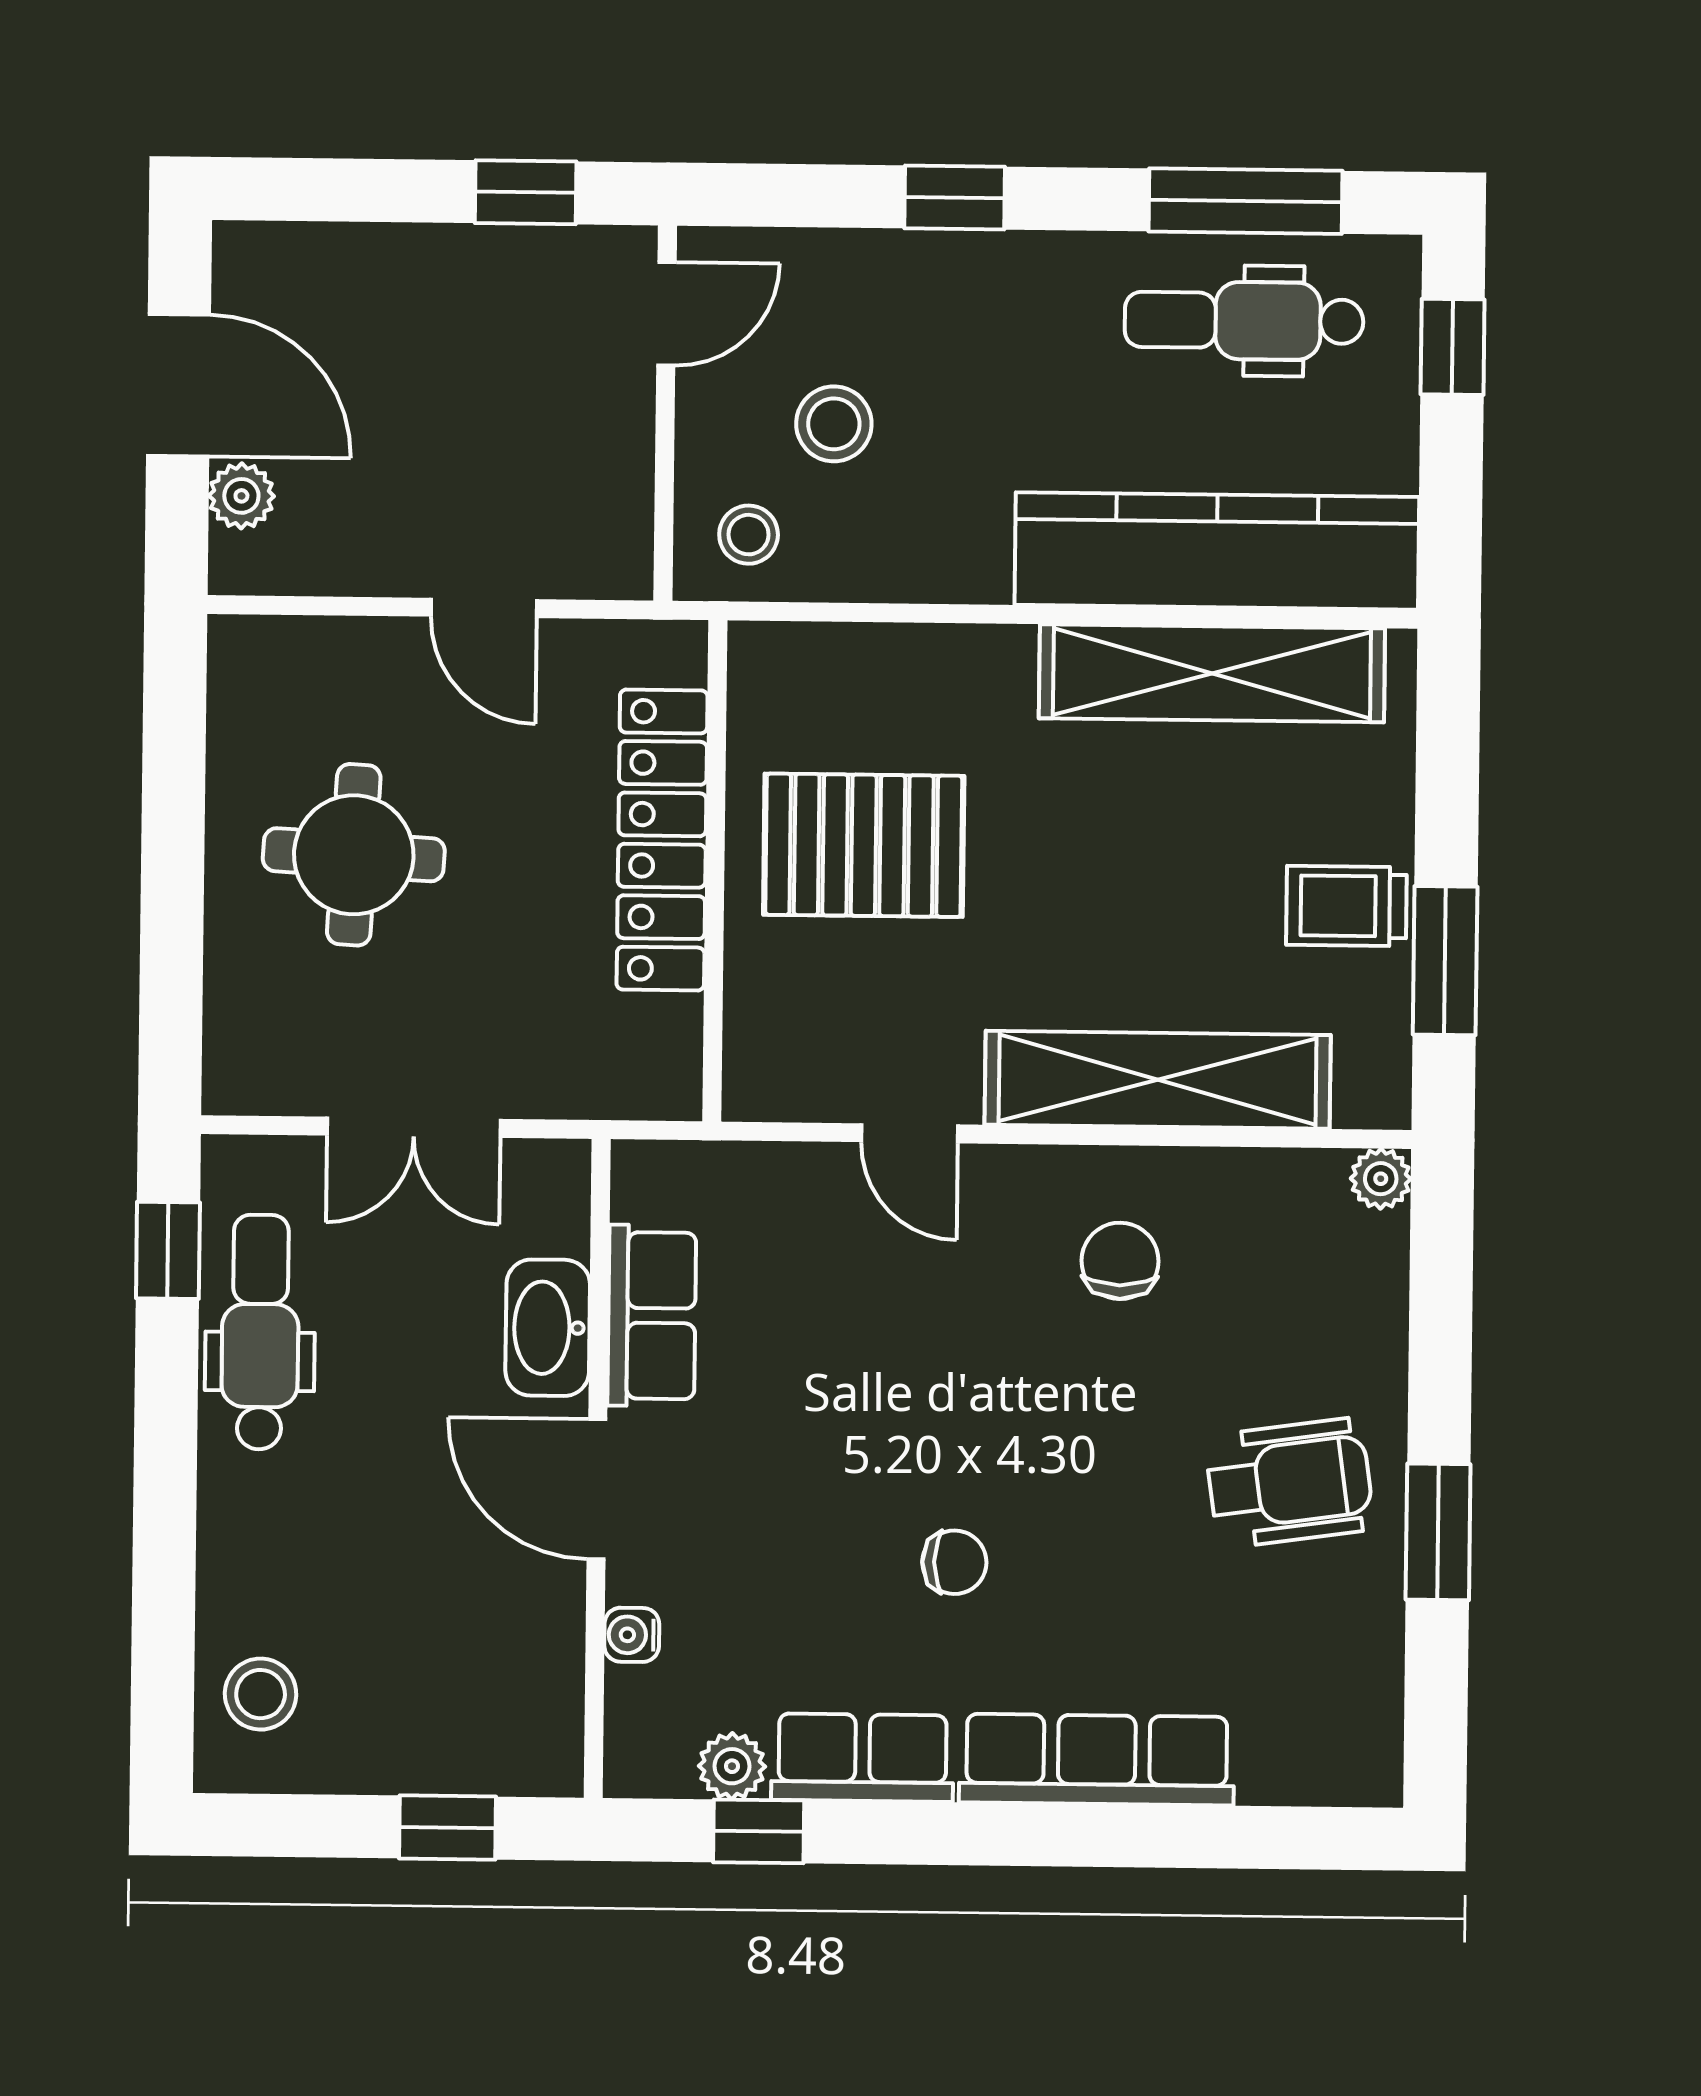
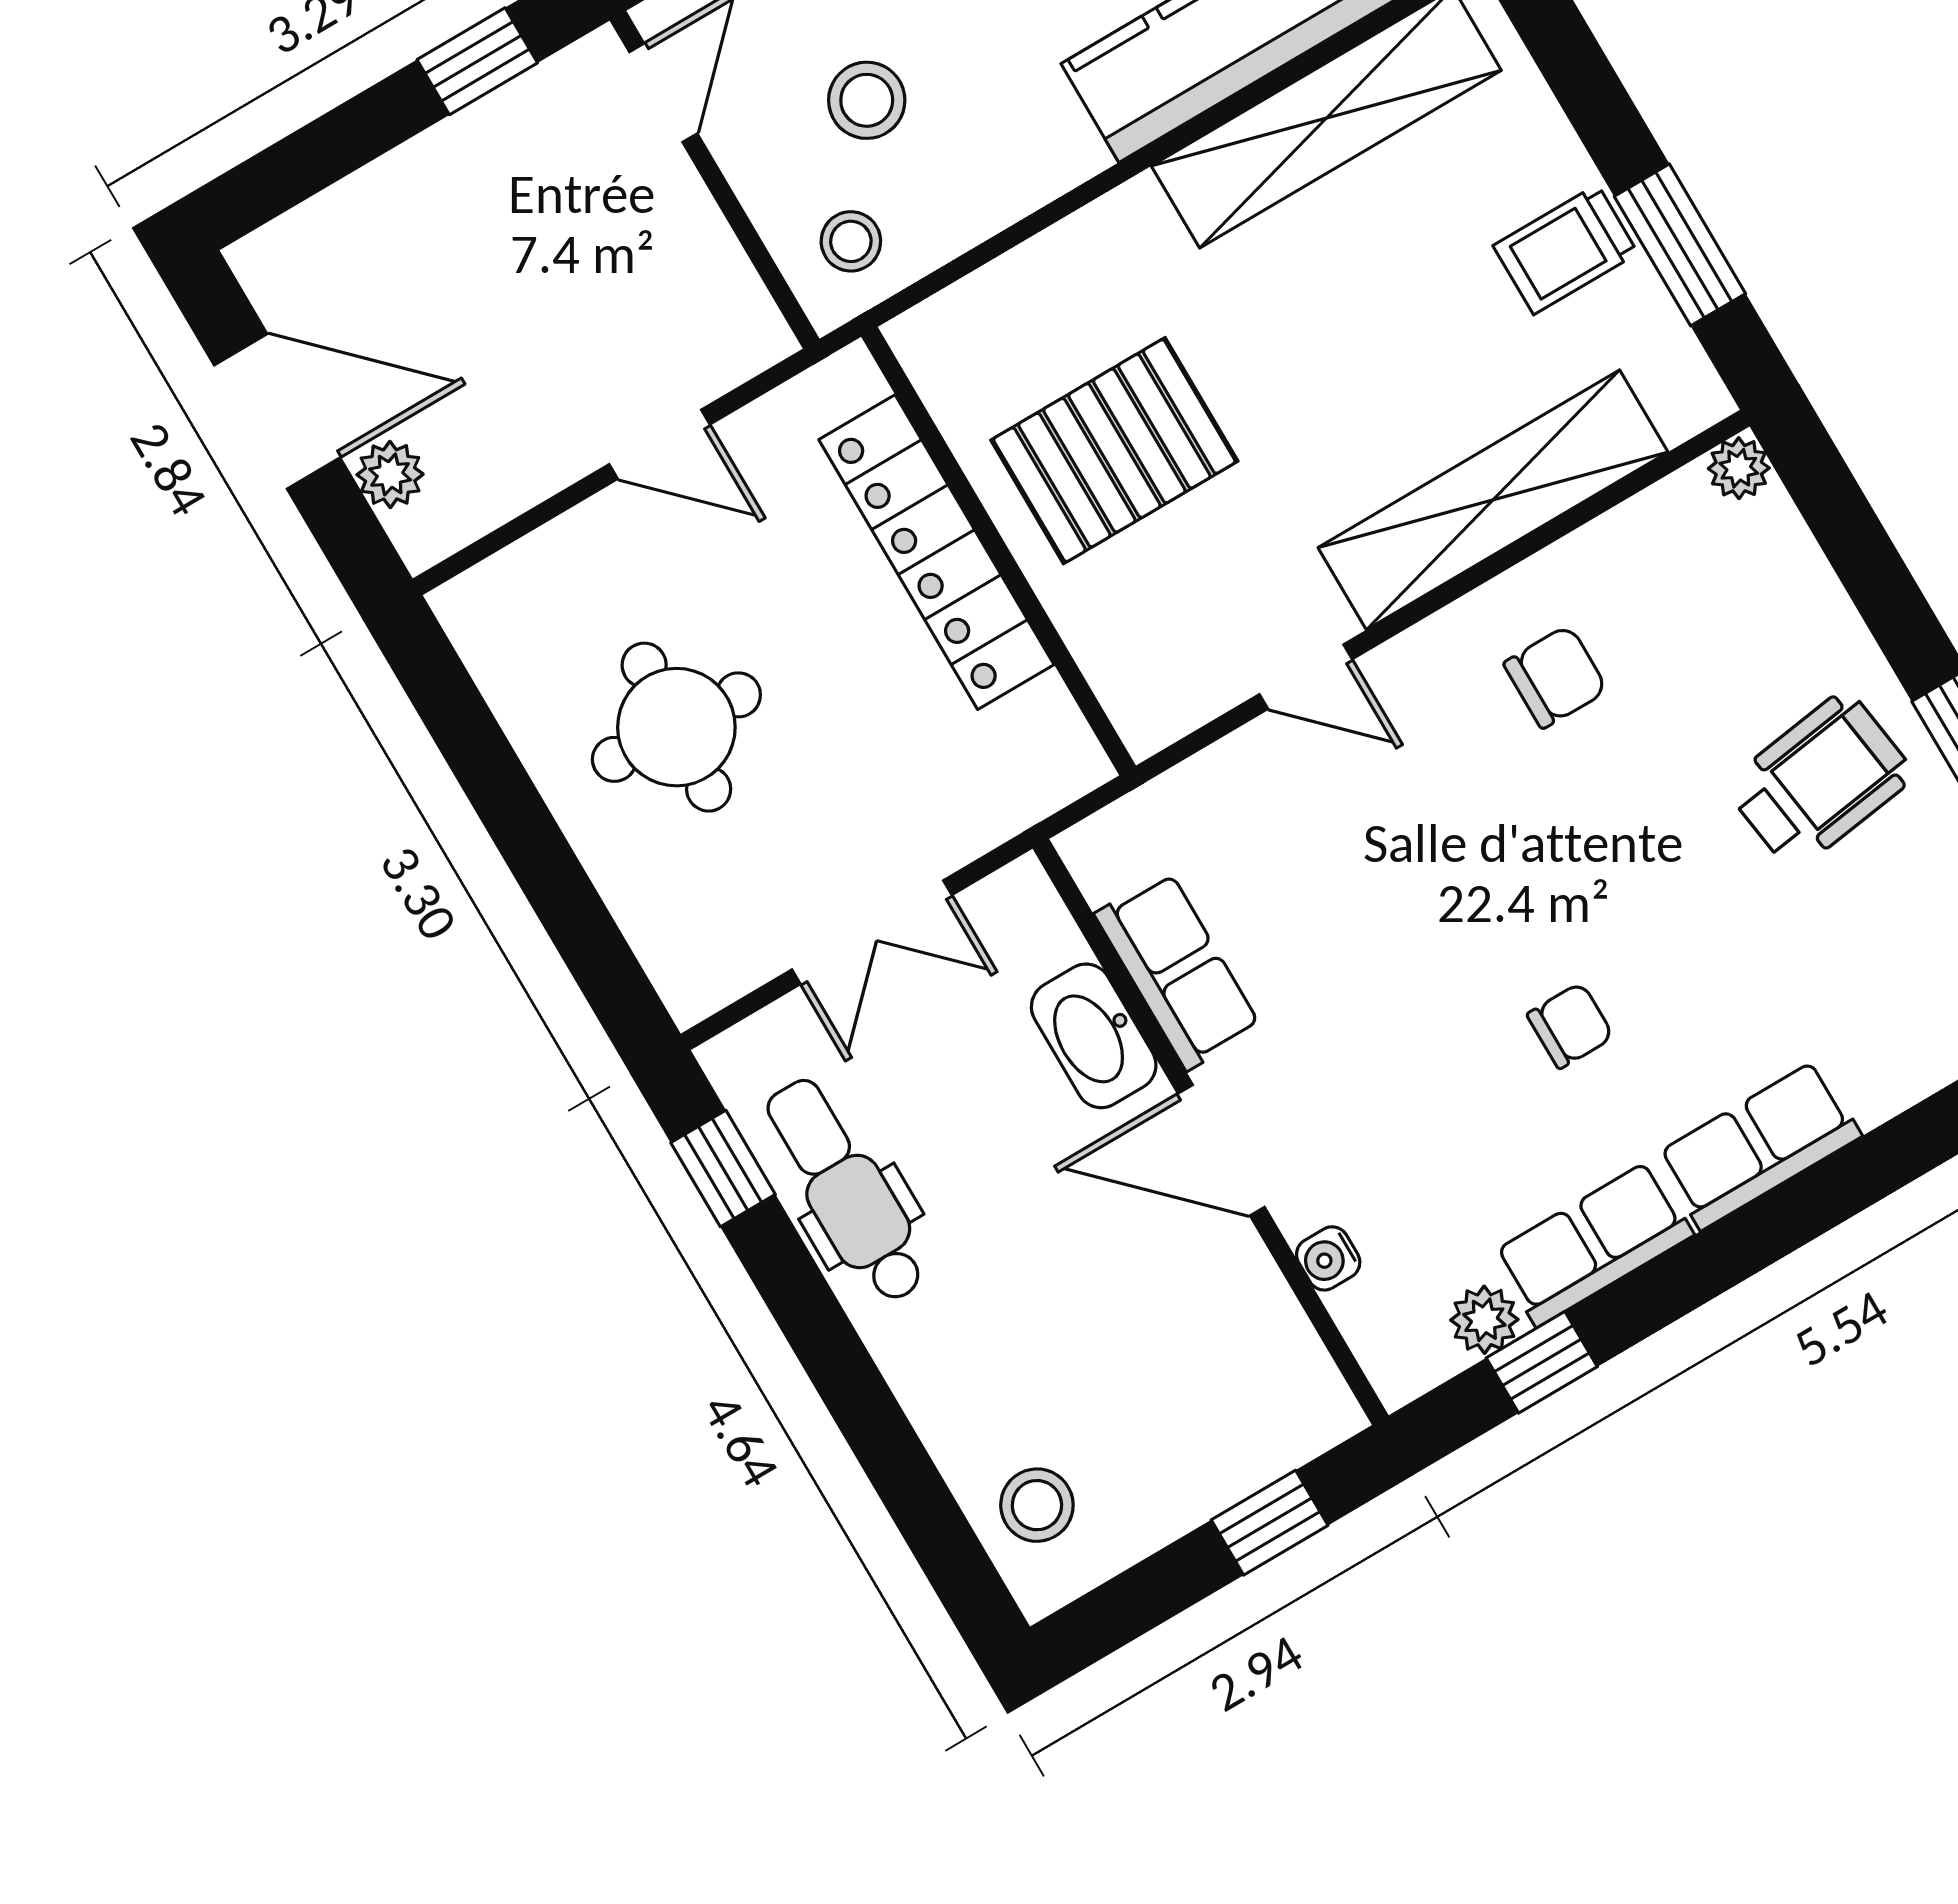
chair: (1120, 1261) -> (1556, 677), turned 90
row of seats: (1097, 1760) -> (1759, 1145), width x0.68

